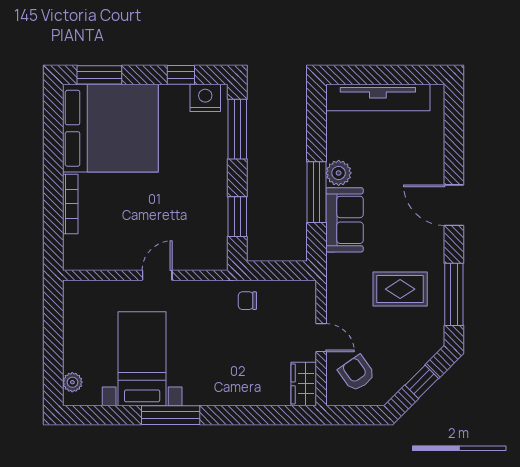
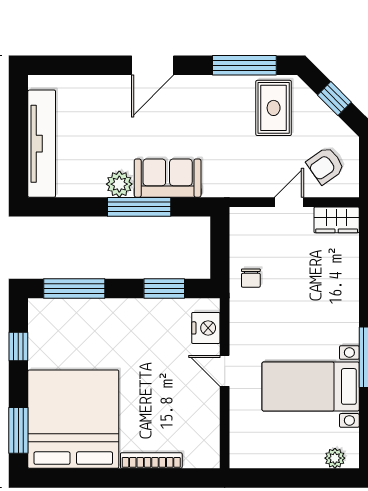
nightstand: (205, 98) -> (206, 328), moved, turned 180
rug: (400, 289) -> (274, 108), moved

